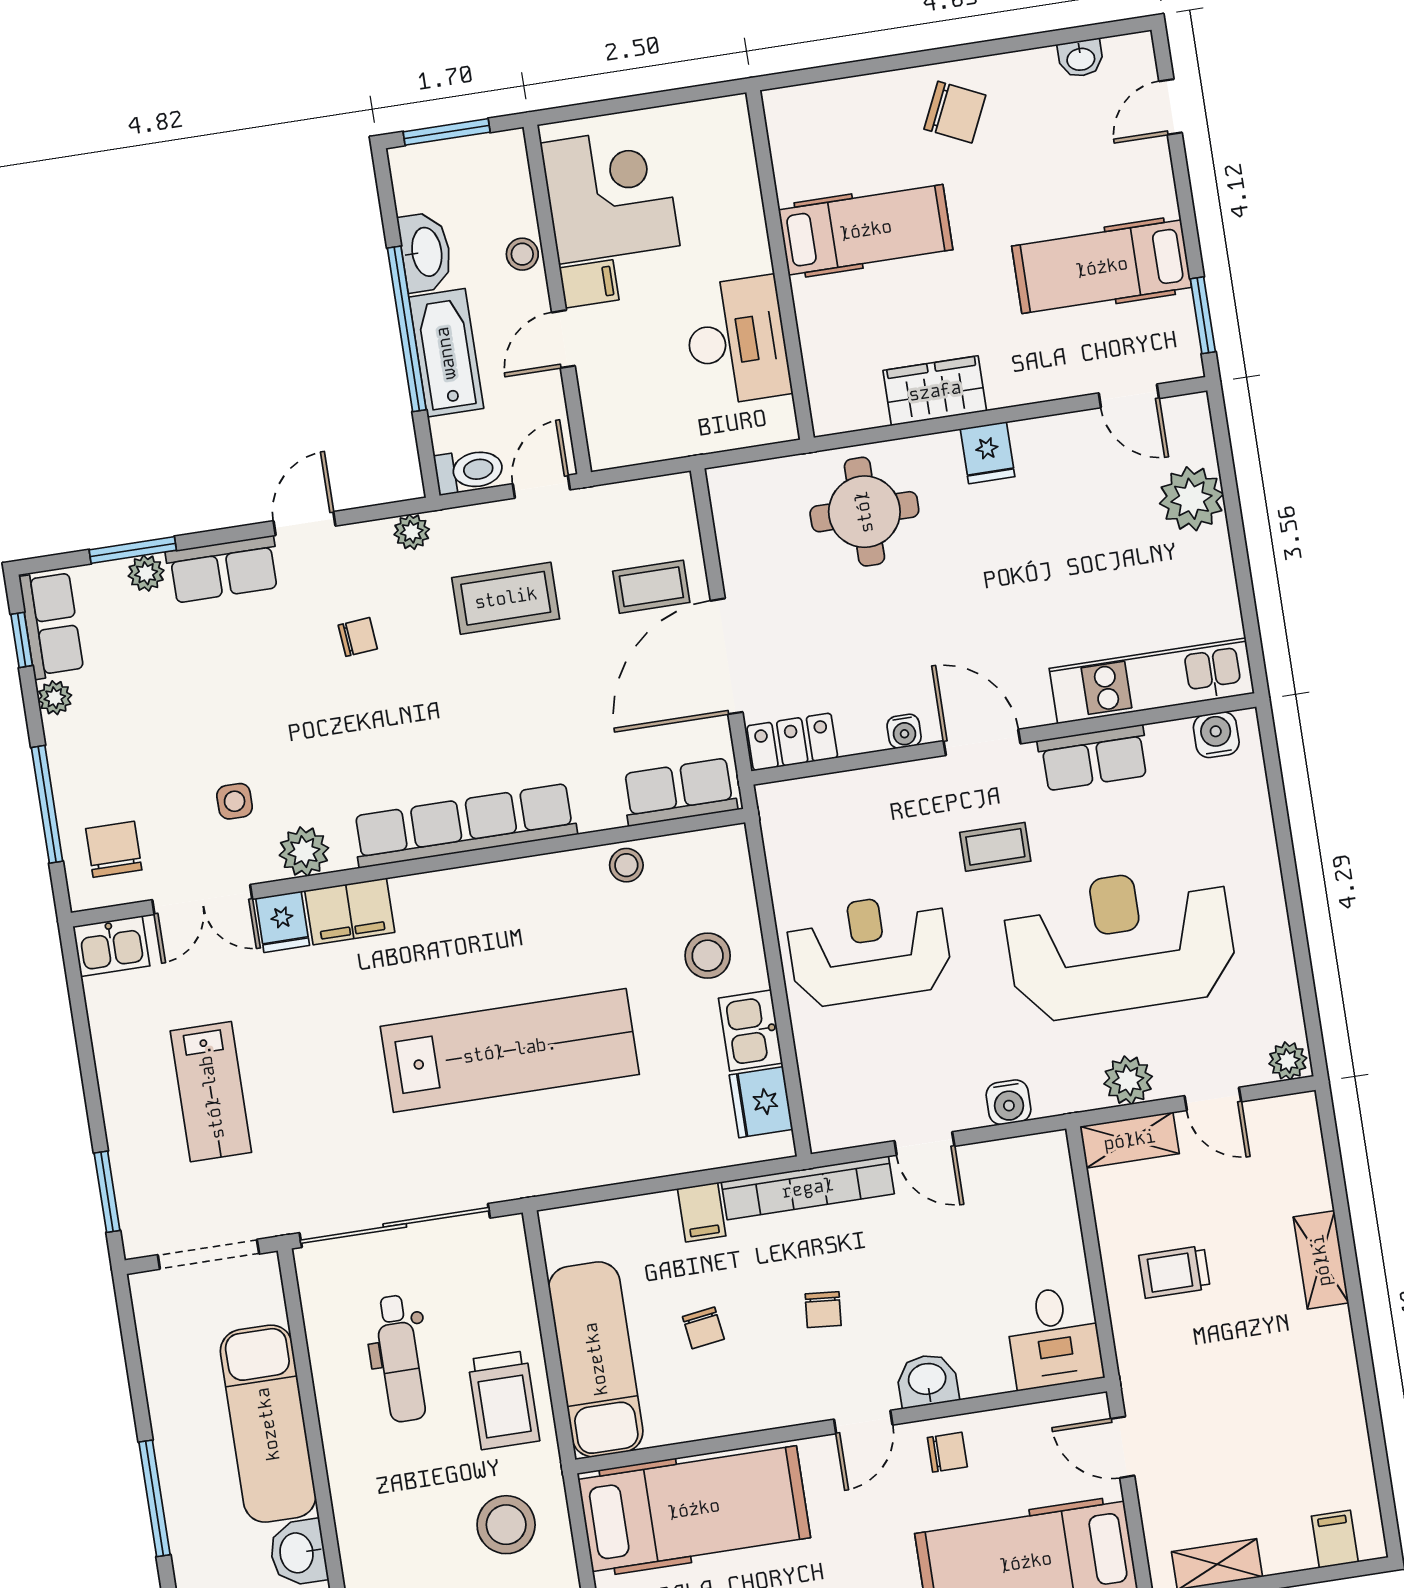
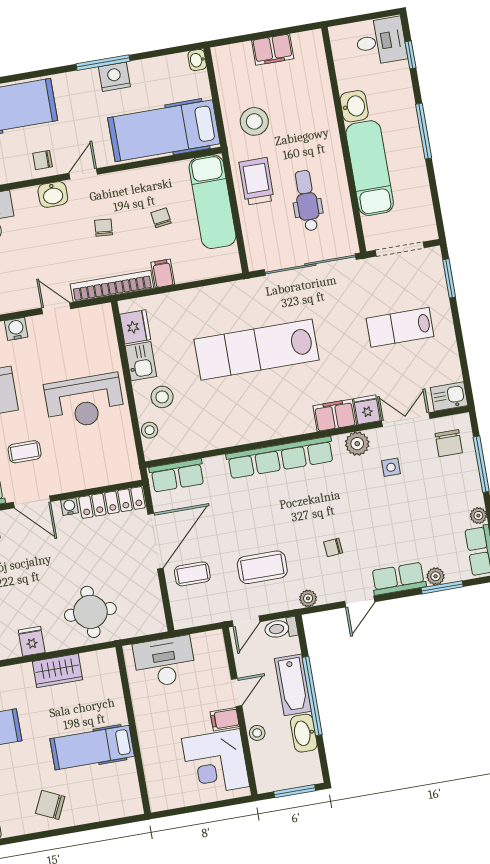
desk: (737, 341) -> (165, 662), moved, turned 90
locker: (792, 742) -> (112, 502), width x1.53
stool: (626, 865) -> (150, 430), moved
lab bench: (211, 1092) -> (400, 327), turned -90

